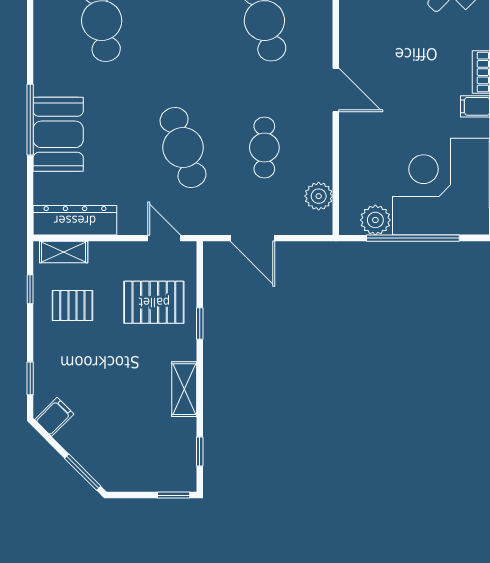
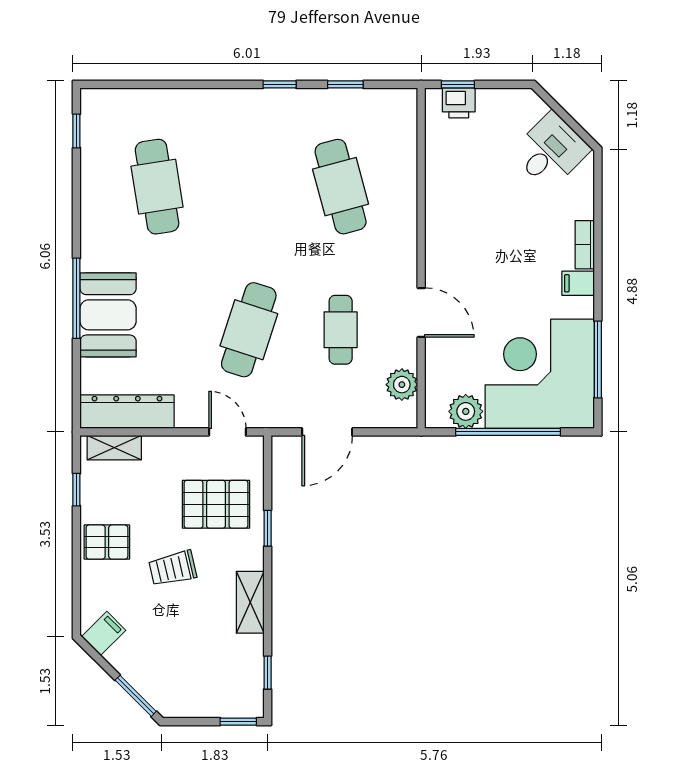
door: (336, 90) -> (421, 313), moved
cafe table: (183, 148) -> (249, 330), turned 36
door: (253, 238) -> (327, 432), hinge flipped
pallet: (72, 305) -> (107, 542), moved
trolley: (115, 359) -> (173, 568), added
window: (30, 378) -> (76, 590), removed

